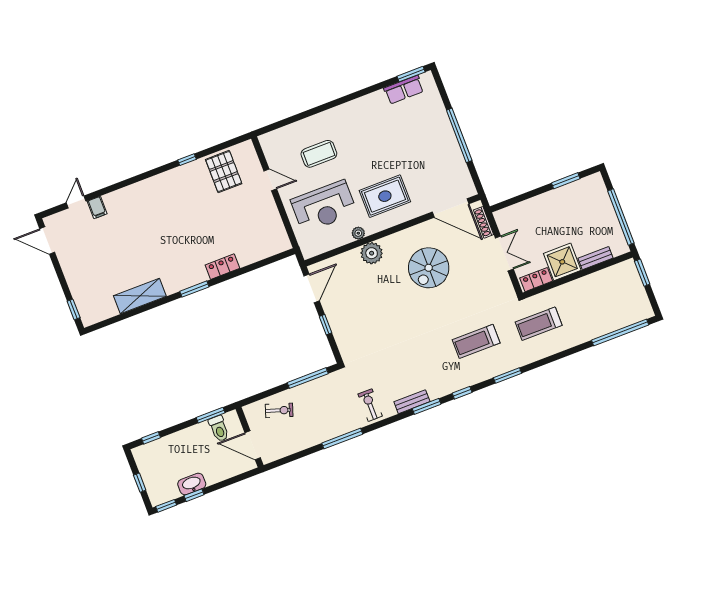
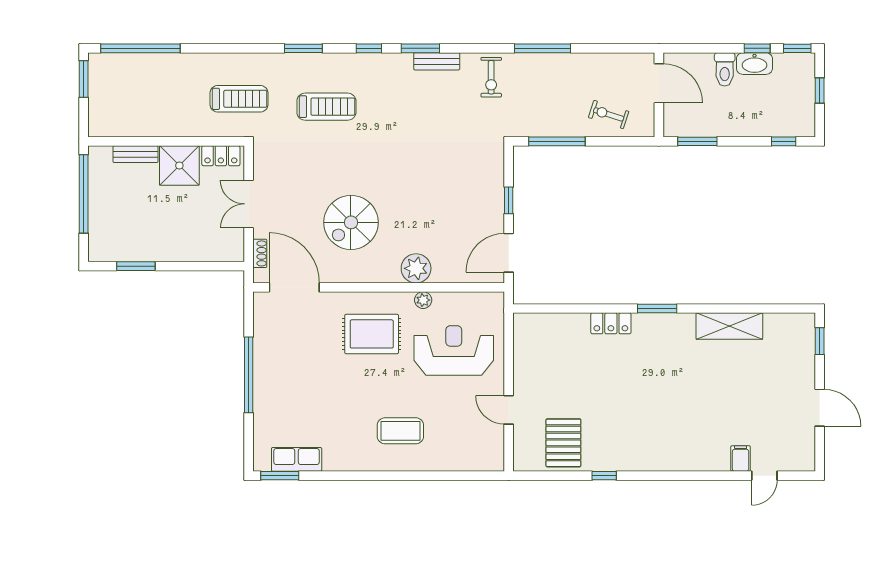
coffee table: (319, 154) -> (400, 431), moved
shoe rack: (484, 222) -> (260, 253), width x0.70
door: (47, 240) -> (820, 408), moved
spiral stairs: (429, 268) -> (351, 222), turned 180
window: (642, 273) -> (84, 79), moved
toilet: (219, 429) -> (725, 69), moved, turned 180

